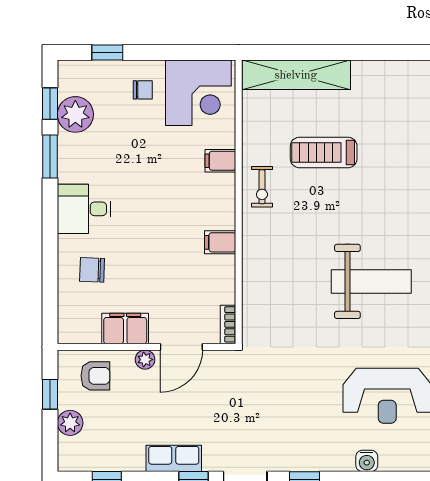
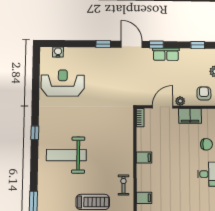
weight bench: (371, 281) -> (66, 155), moved
armchair: (95, 376) -> (204, 93), turned 90
water cooler: (367, 461) -> (58, 52), moved

